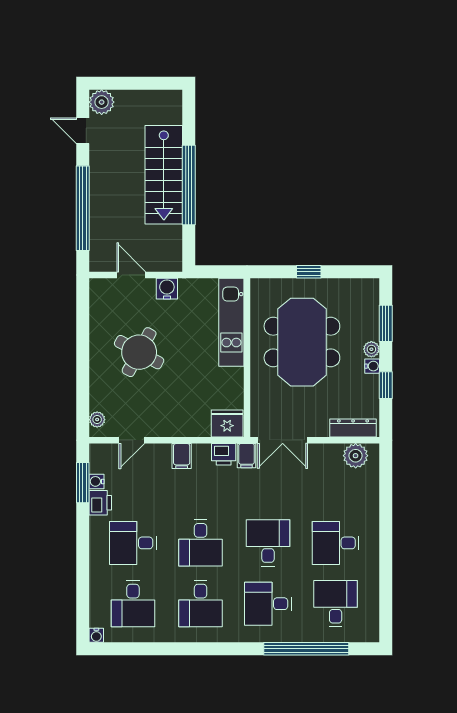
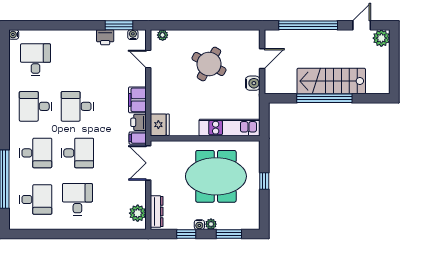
filing cabinet: (182, 456) -> (137, 100), width x2.00
water cooler: (97, 481) -> (133, 35), moved
desk: (133, 543) -> (77, 60), removed
desk: (133, 604) -> (36, 60), turned 90
desk: (268, 604) -> (36, 153), turned 90

